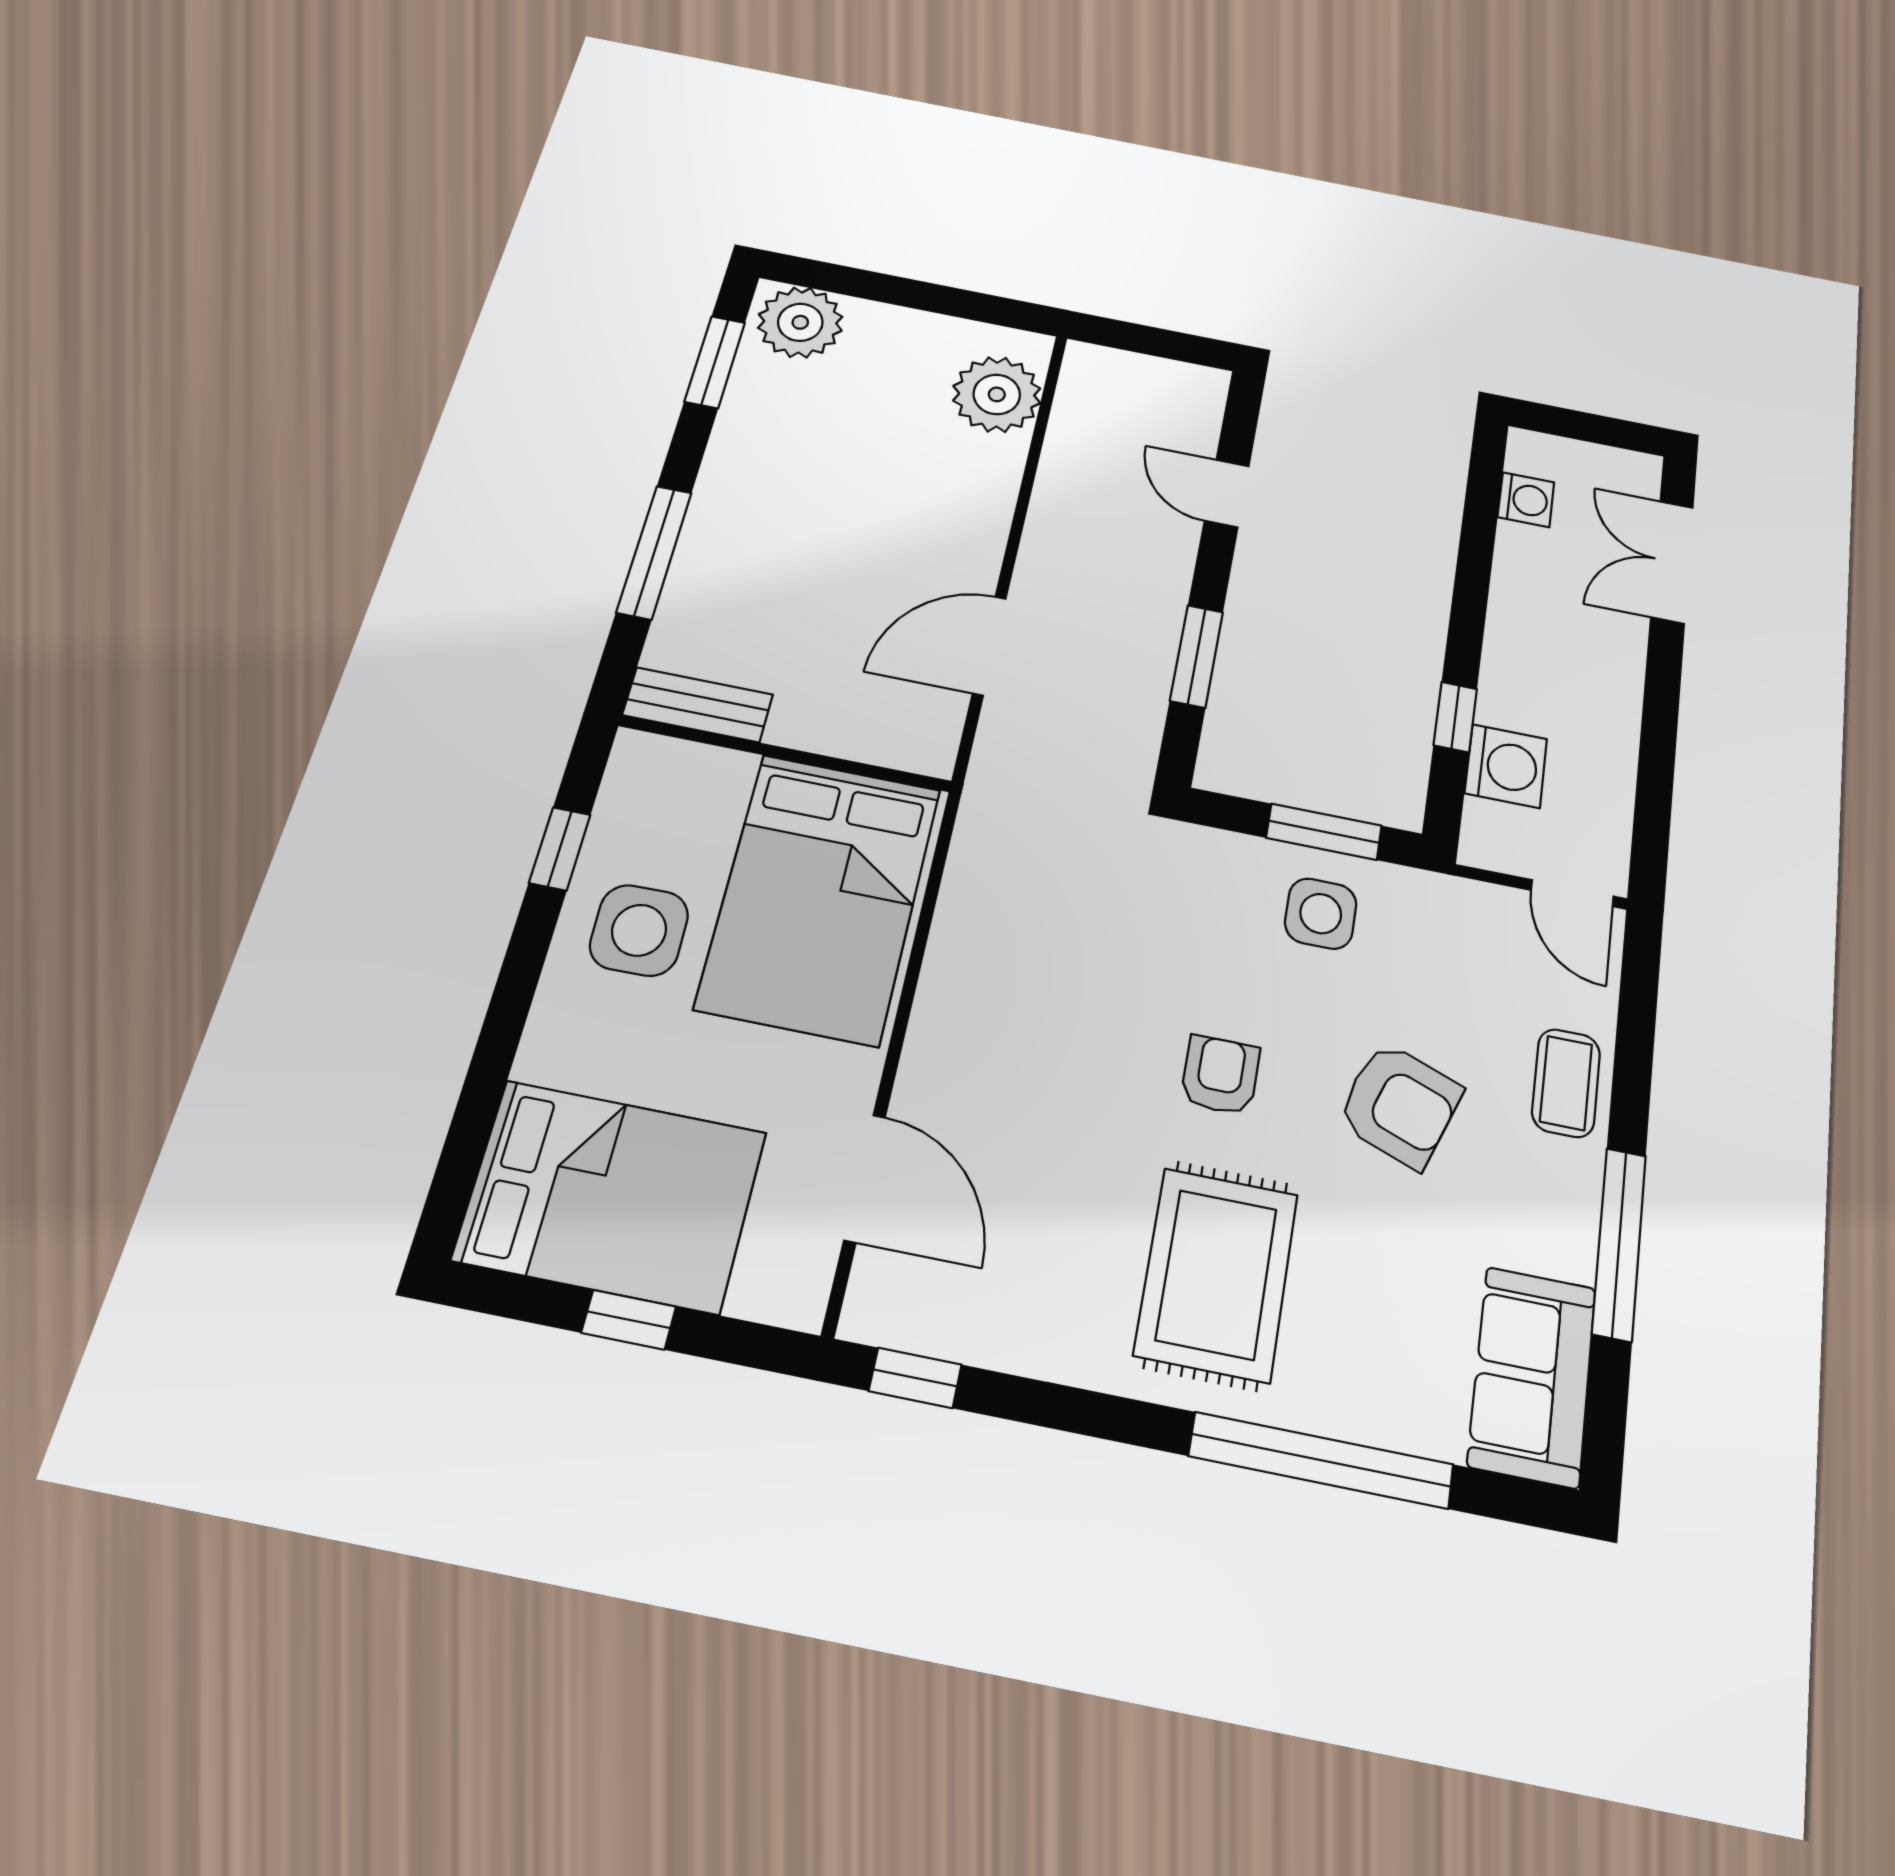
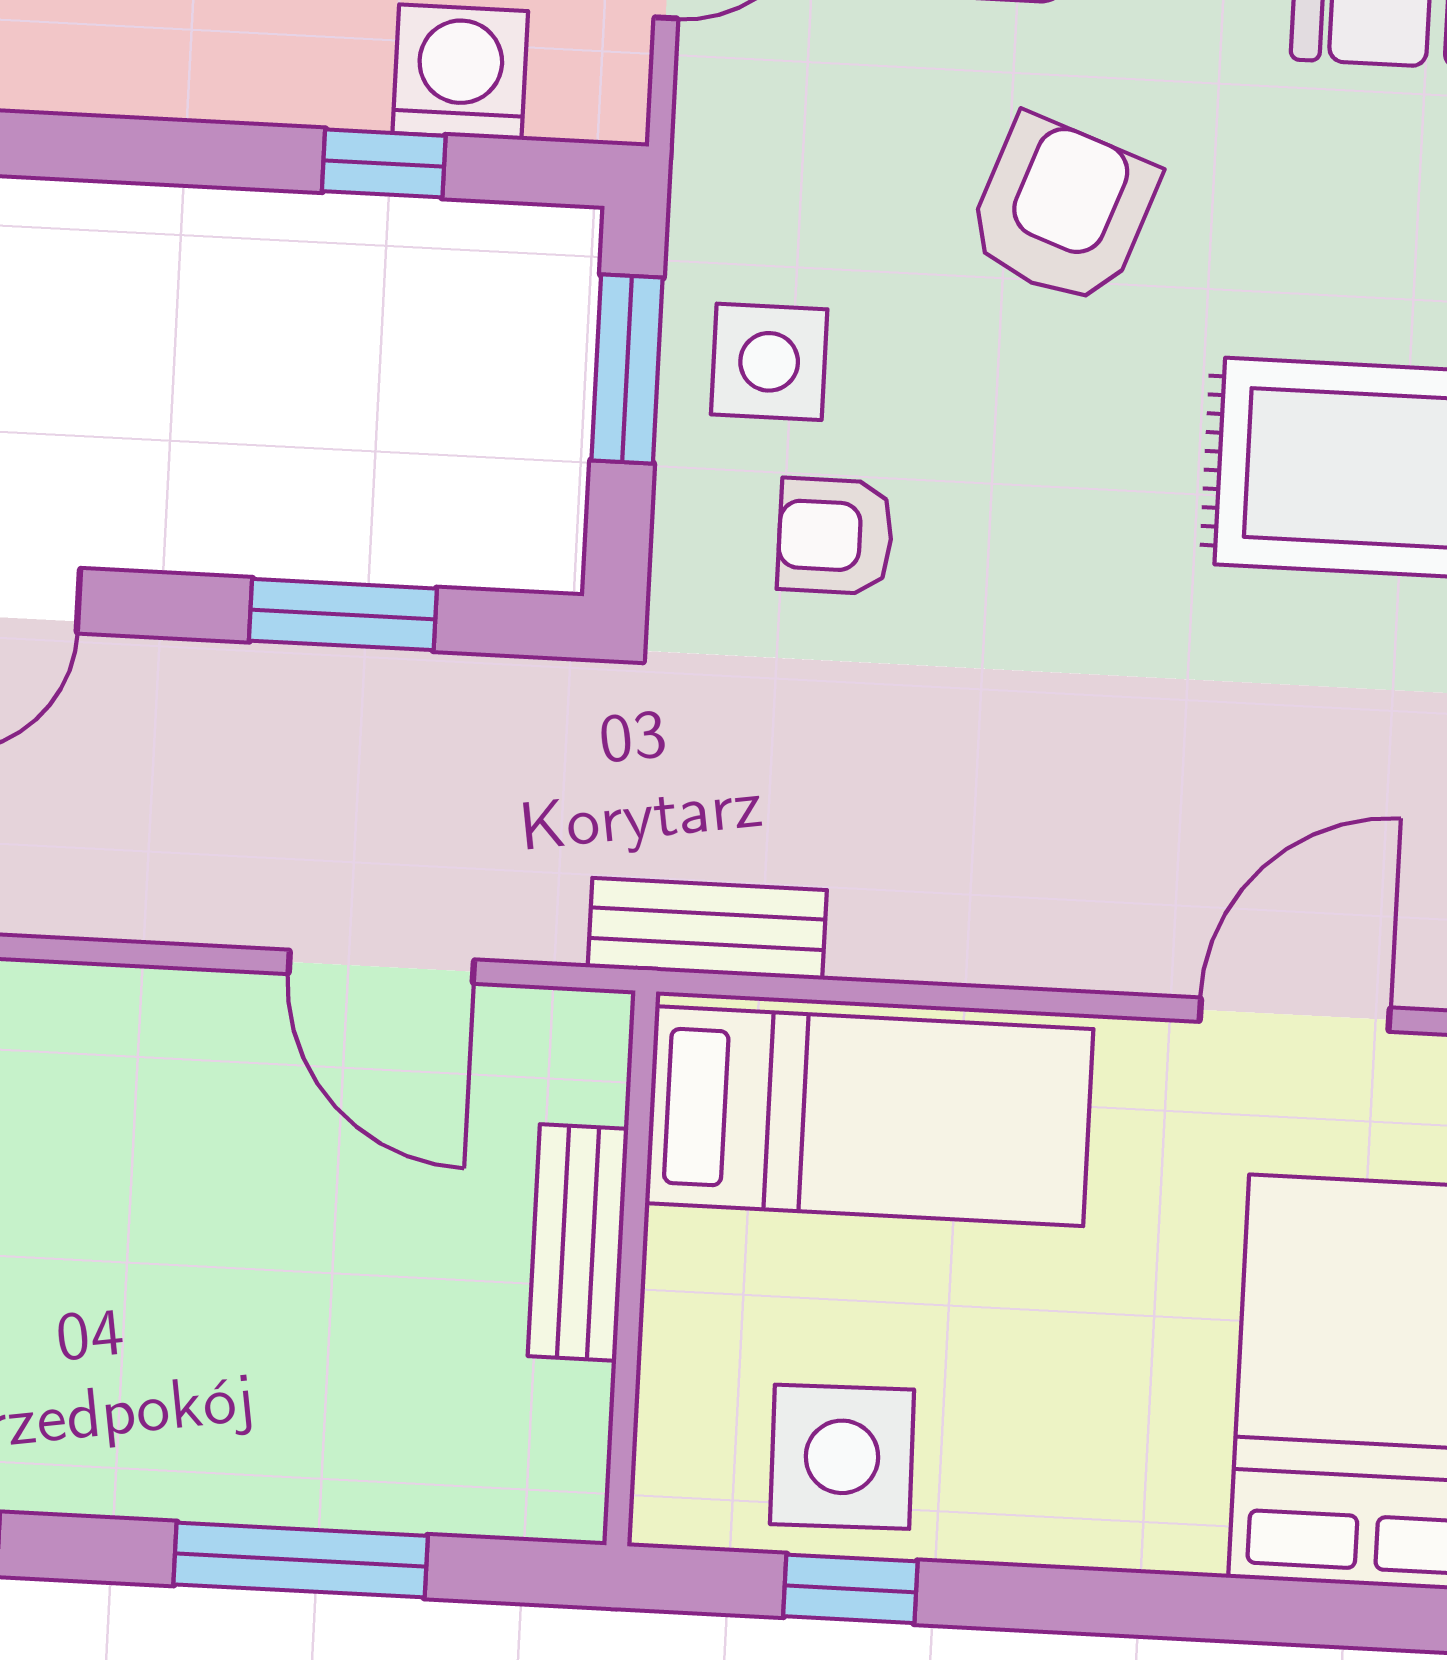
bench: (698, 705) -> (578, 1242), moved
bench: (982, 827) -> (707, 929), added
bed: (820, 897) -> (869, 1116), width x0.67
side table: (639, 930) -> (842, 1457), moved
armchair: (1220, 1075) -> (835, 536), moved

